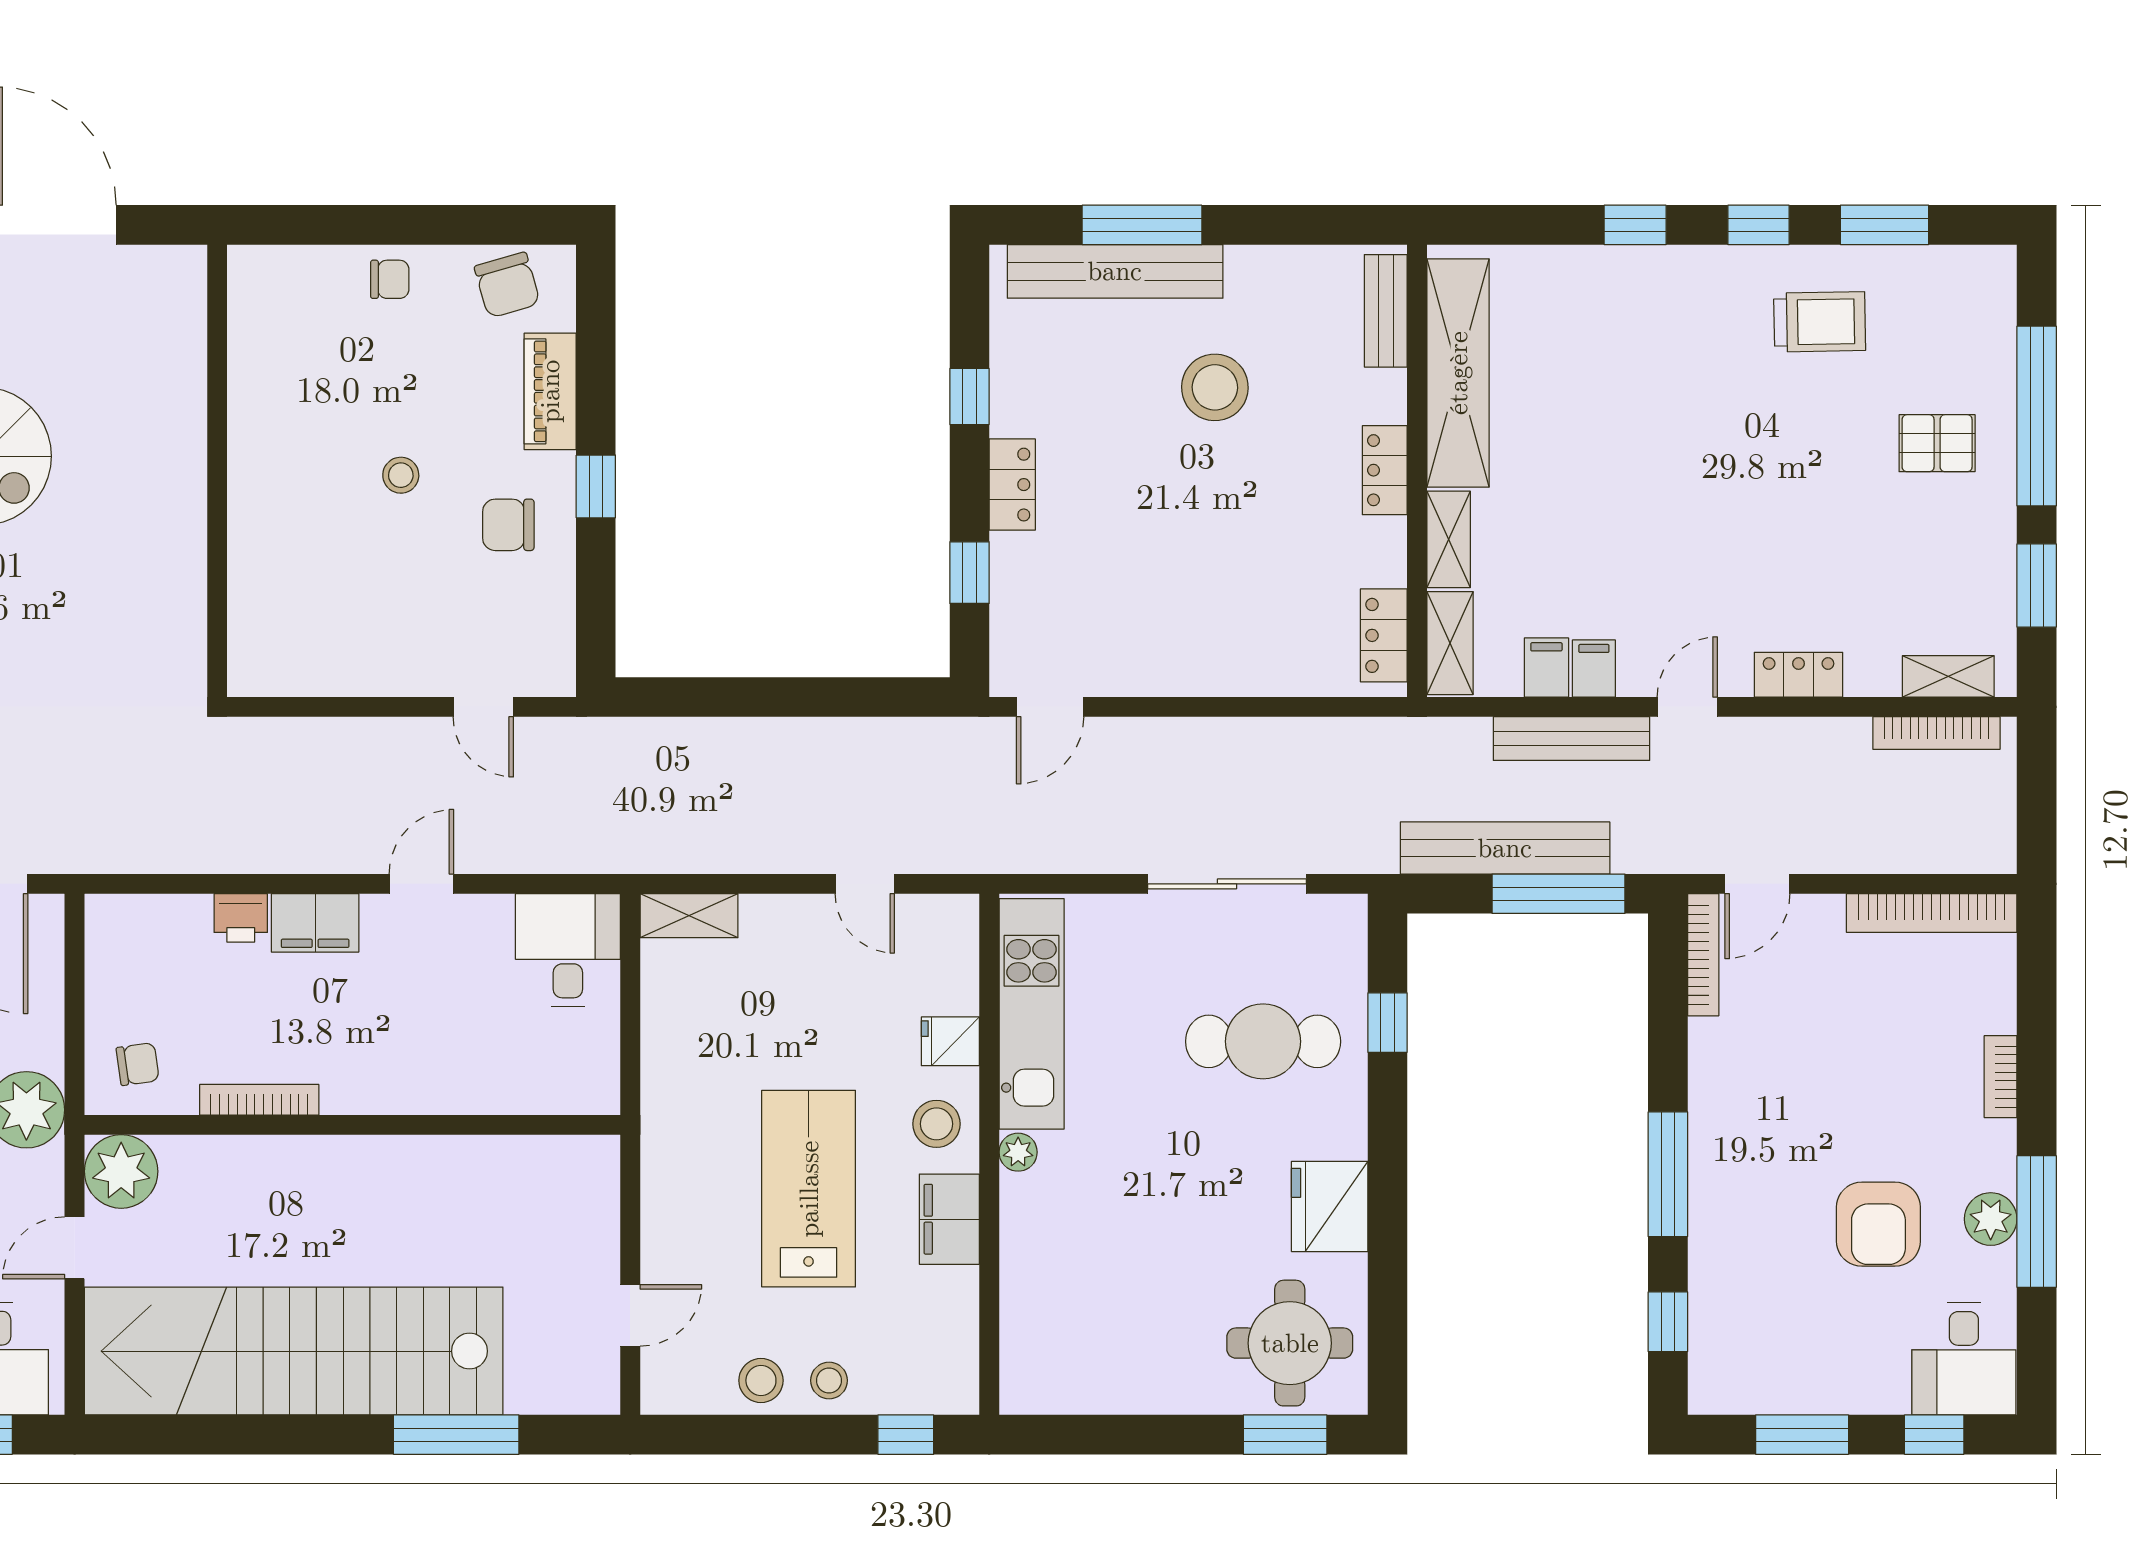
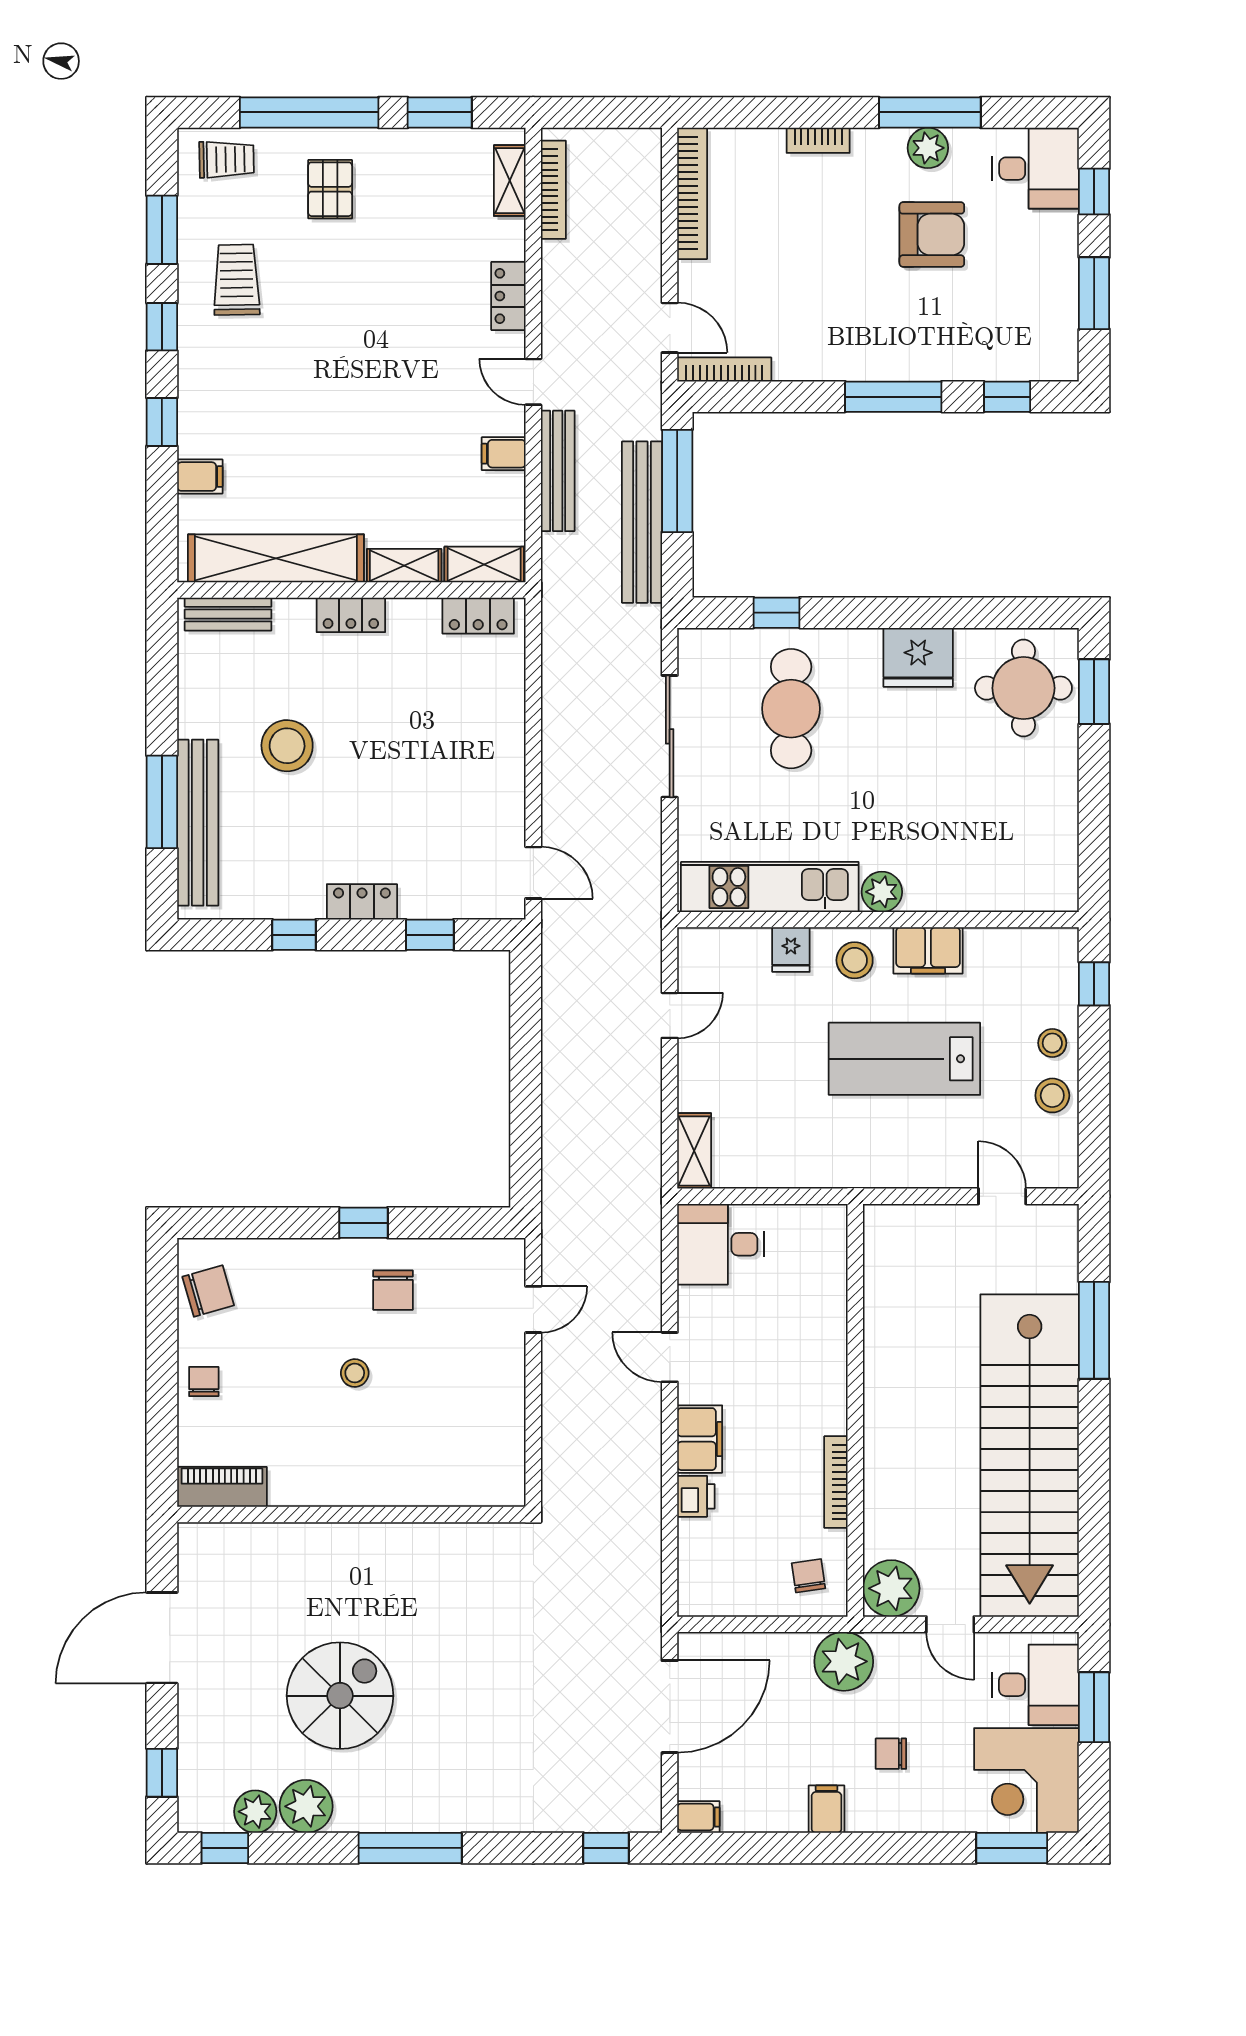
trolley: (1976, 309) -> (227, 159), added
piano: (550, 391) -> (222, 1487), moved, turned 180
filing cabinet: (1546, 667) -> (200, 477), moved, turned 180
plant: (1018, 1152) -> (882, 892), width x1.38, depth x1.38

